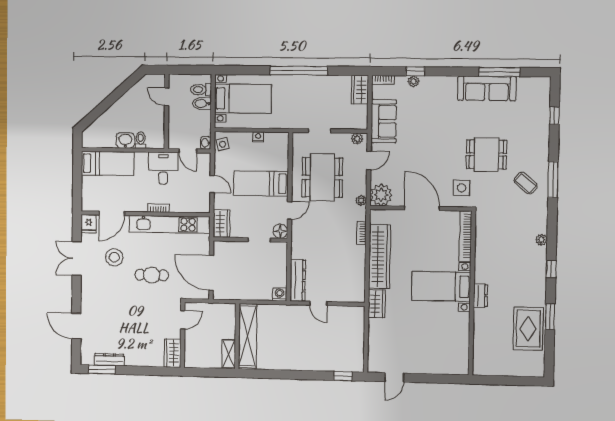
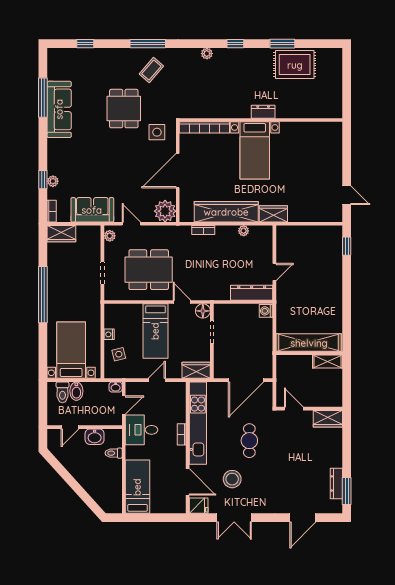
washbasin: (125, 140) -> (95, 437), moved, turned -90
side table: (223, 144) -> (119, 354), moved
plant: (361, 200) -> (244, 231), moved

